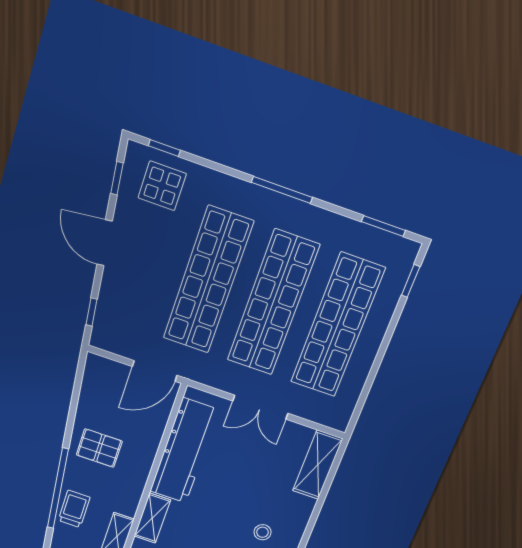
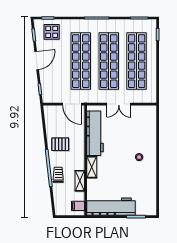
door: (105, 243) -> (37, 61), swing flipped
door: (155, 371) -> (72, 104), hinge flipped
shelving: (318, 465) -> (151, 120), removed

